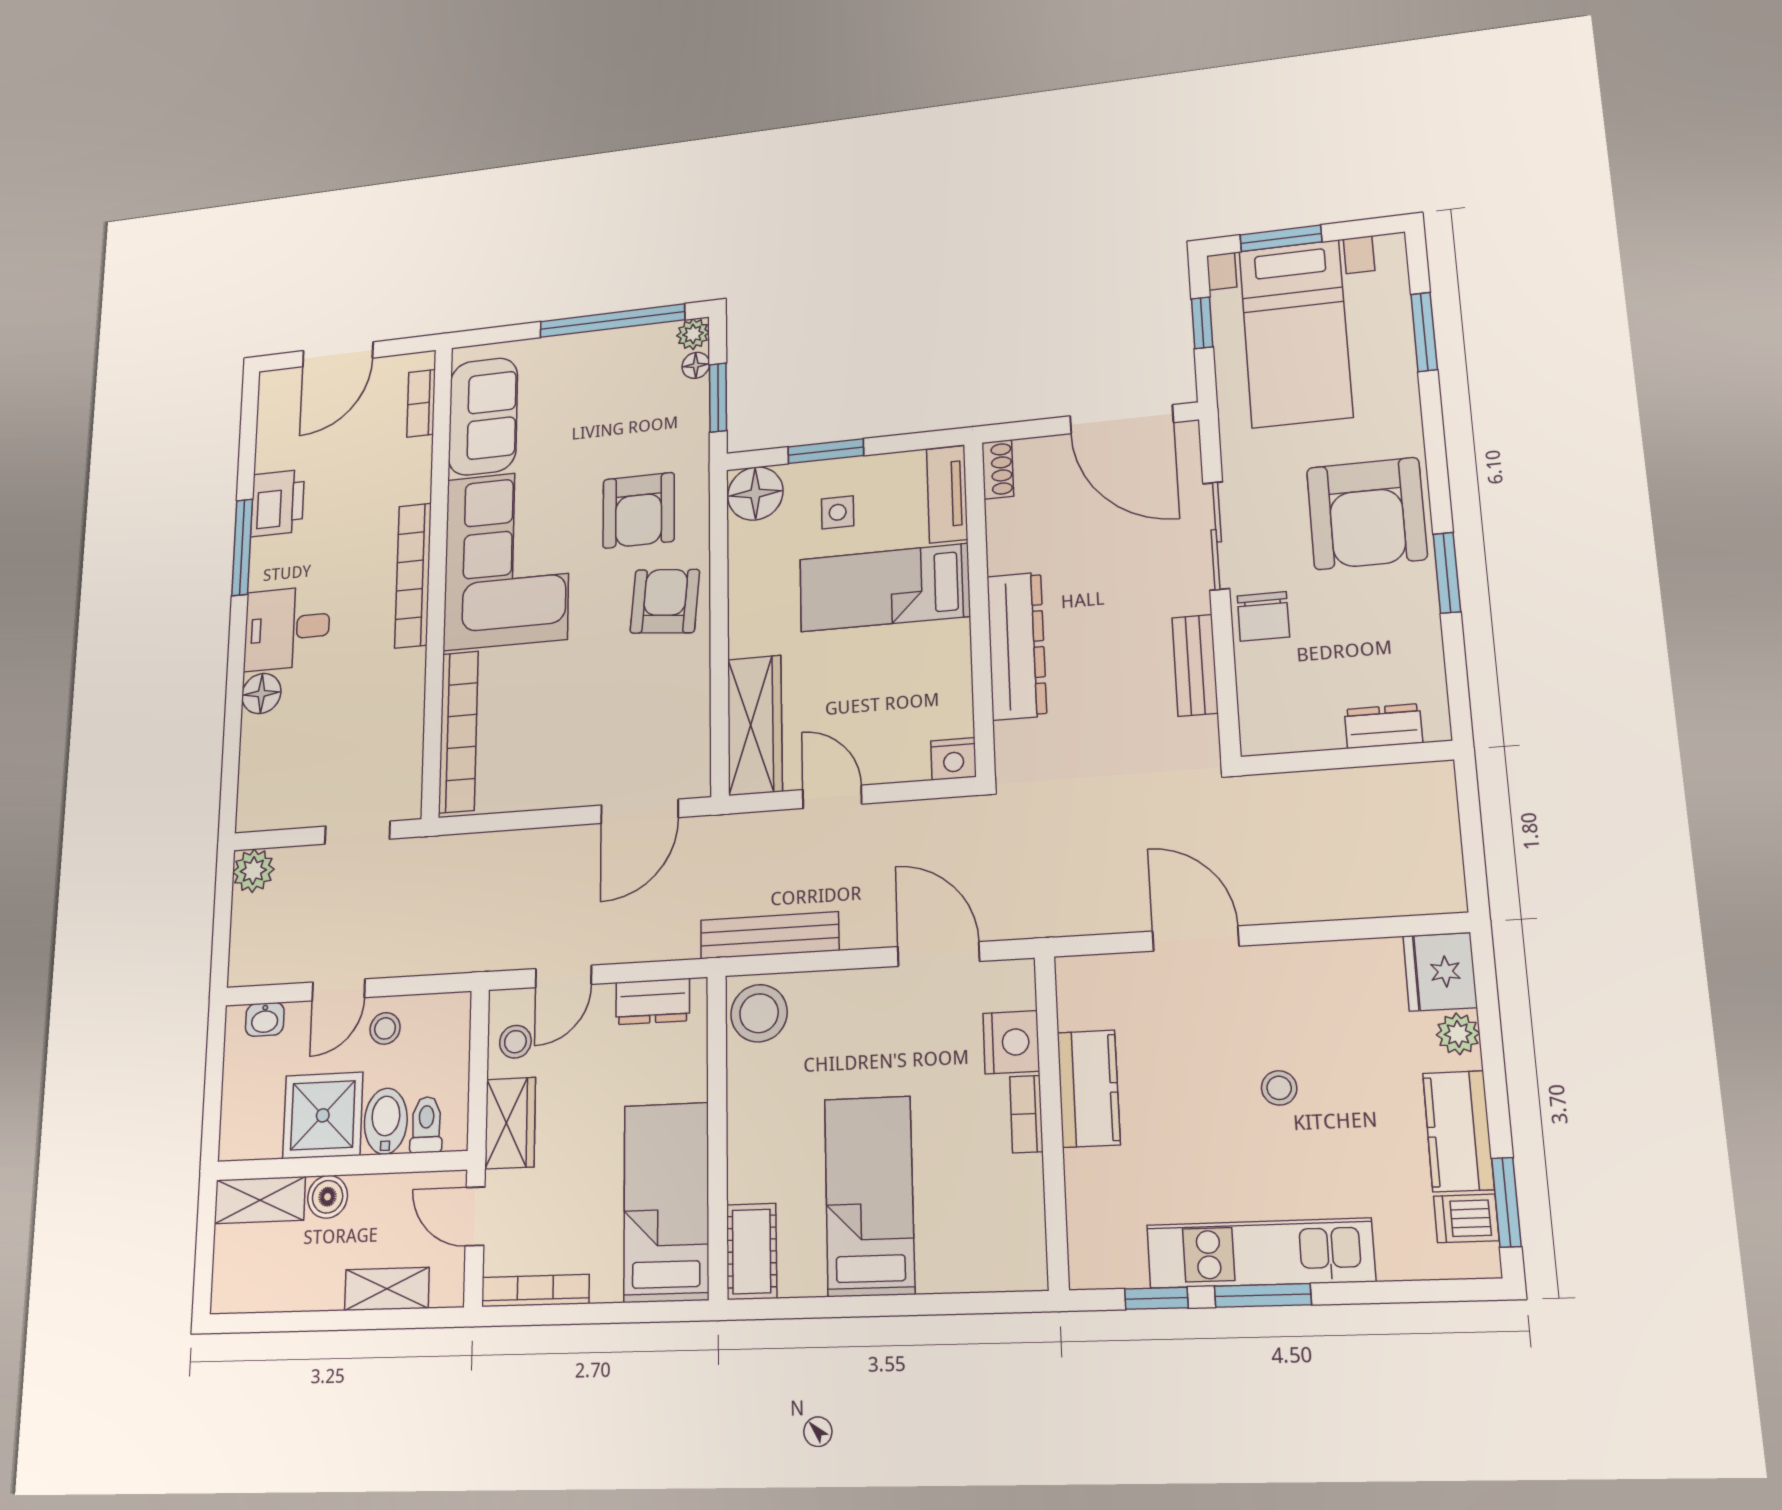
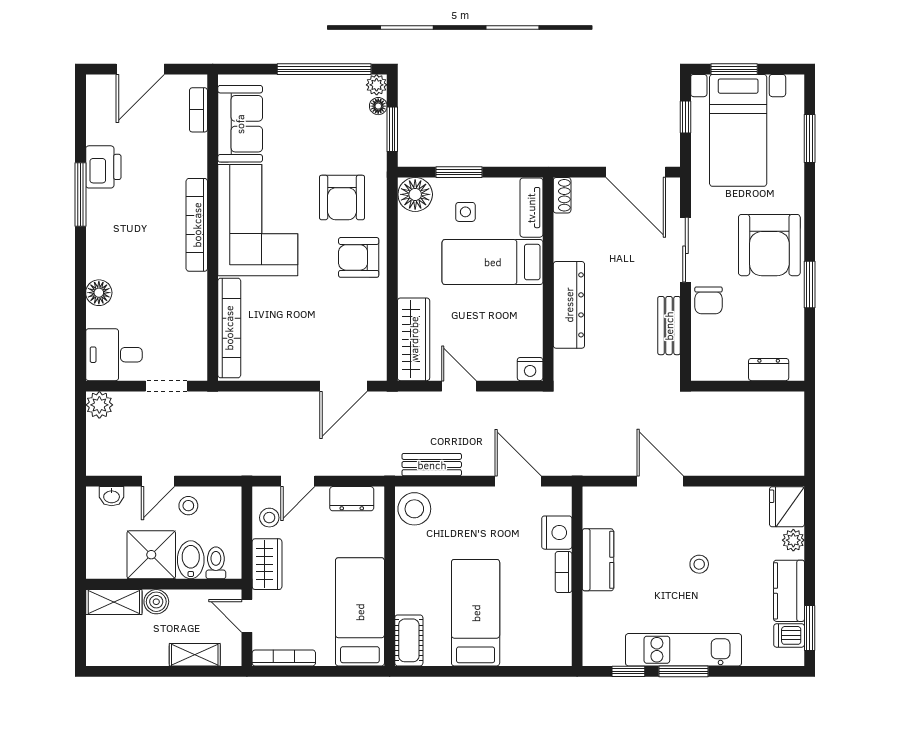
armchair: (665, 601) -> (359, 257), turned -95
desk: (287, 628) -> (114, 355), moved
bench: (769, 935) -> (432, 465), width x0.73

